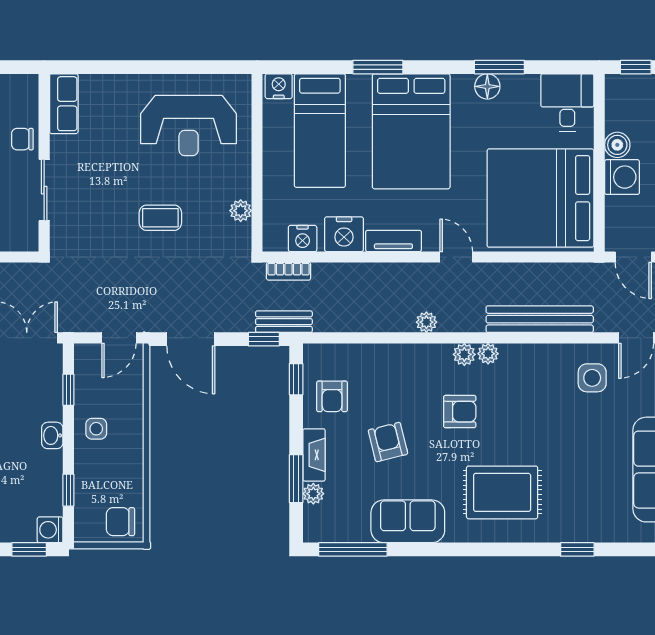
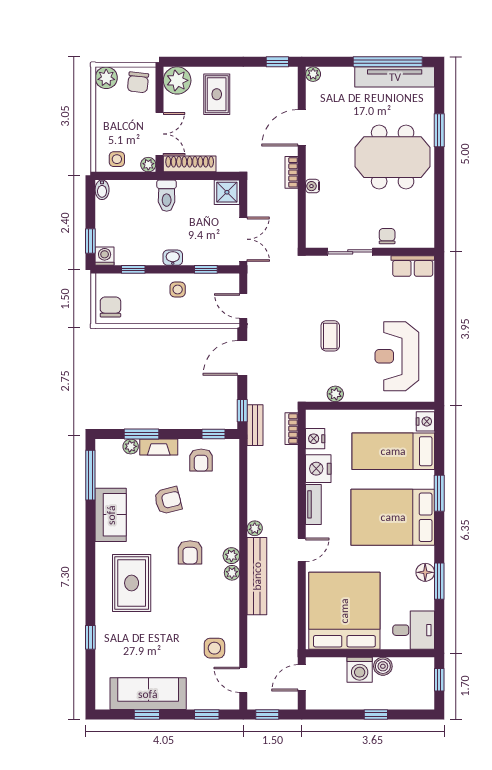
bench: (540, 319) -> (257, 576), moved
armchair: (332, 396) -> (201, 460), turned -90

